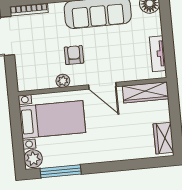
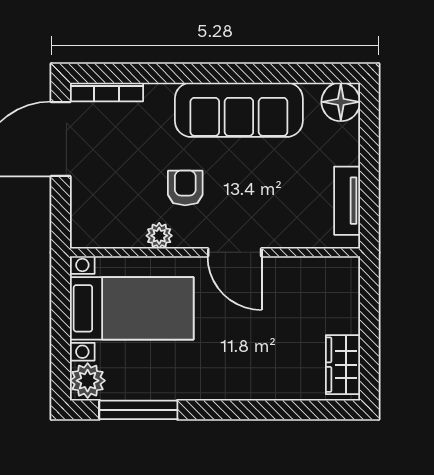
wardrobe: (145, 92) -> (317, 273), removed

